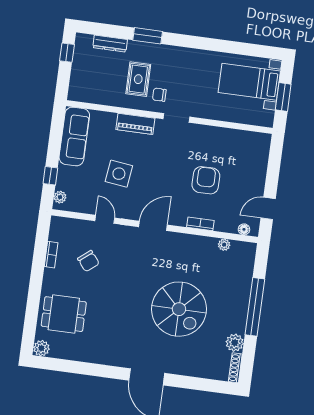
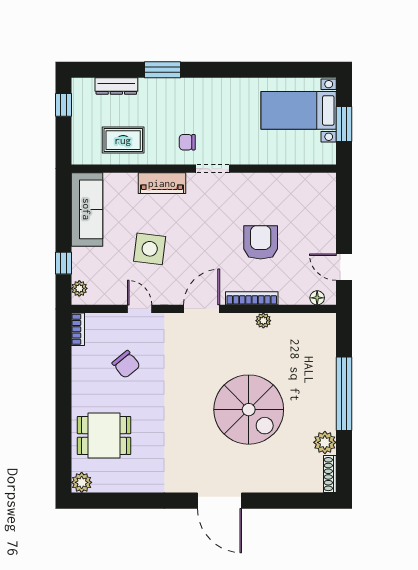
rug: (138, 79) -> (123, 140), moved, turned 90
door: (268, 208) -> (344, 267), hinge flipped
bookcase: (200, 224) -> (252, 298), width x1.56
plant: (224, 245) -> (263, 321), moved
bookcase: (51, 255) -> (78, 329), moved

